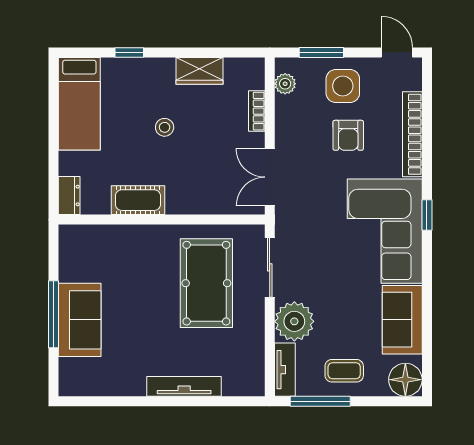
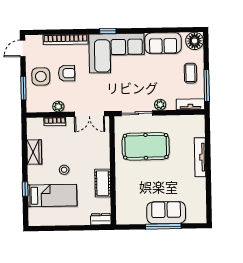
plant: (285, 84) -> (58, 107), moved
bed: (79, 104) -> (52, 195), moved
plant: (294, 321) -> (160, 105), width x0.53, depth x0.53

